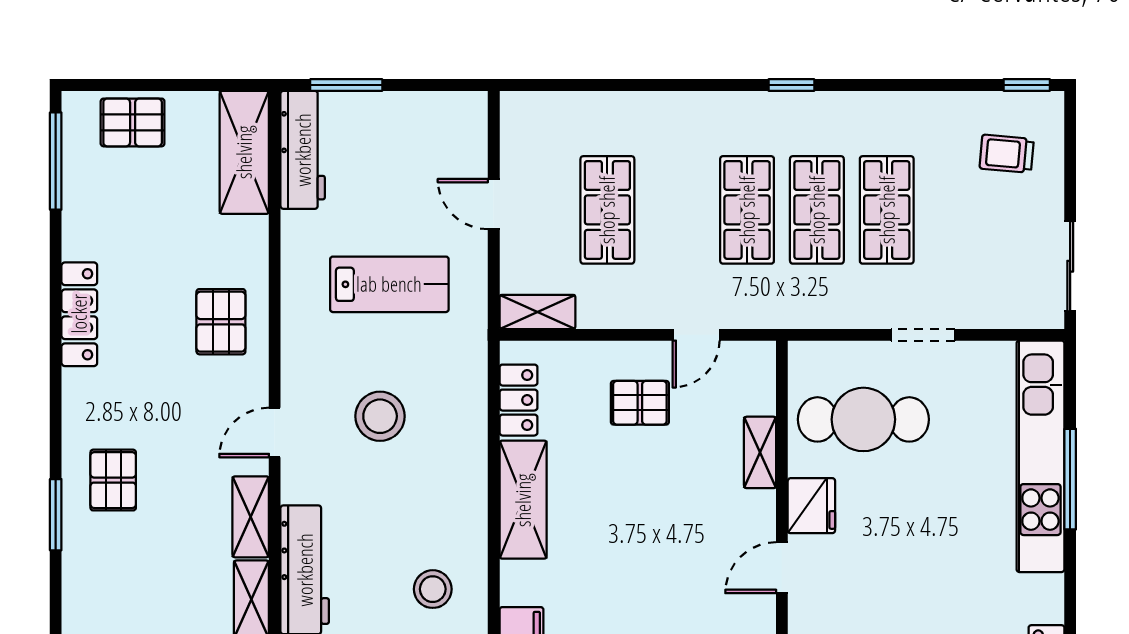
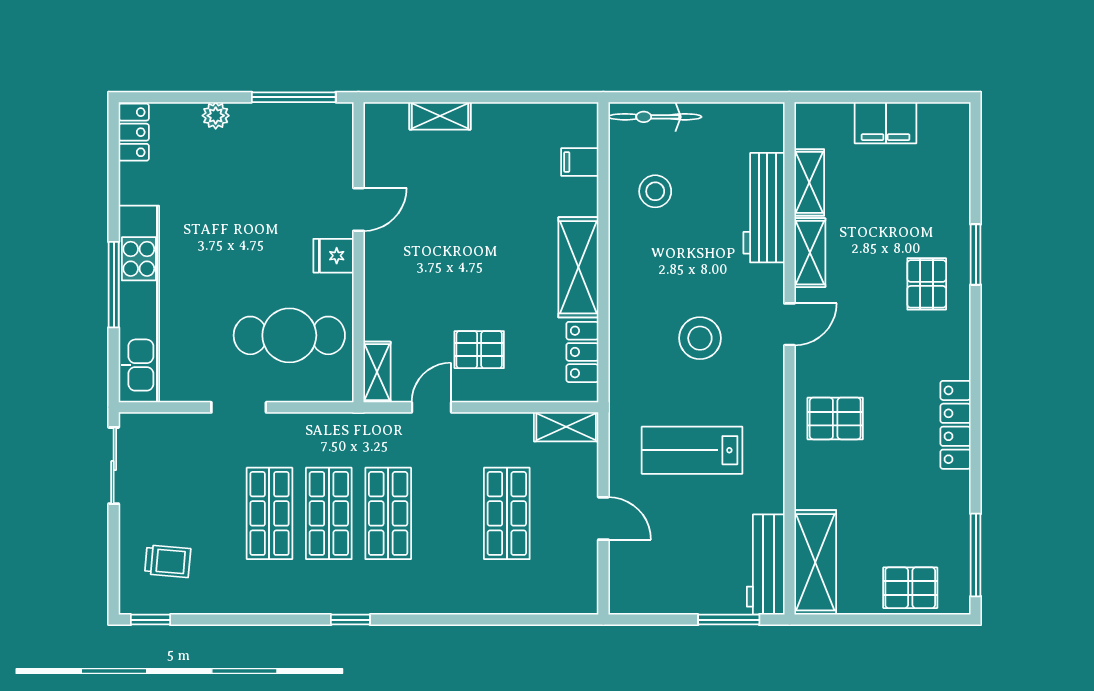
pallet: (221, 322) -> (835, 418), turned 90
shelving: (760, 452) -> (377, 372), moved
fridge: (811, 506) -> (333, 256), width x0.72

